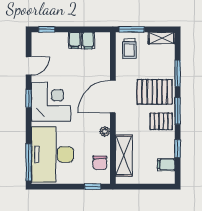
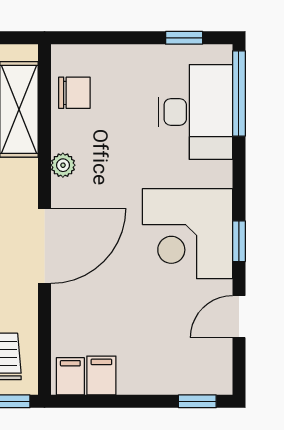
filing cabinet: (75, 40) -> (70, 376), moved
desk: (52, 154) -> (195, 112), width x0.73, depth x0.77
chair: (100, 163) -> (74, 93), turned 90
window: (93, 187) -> (184, 38), moved

